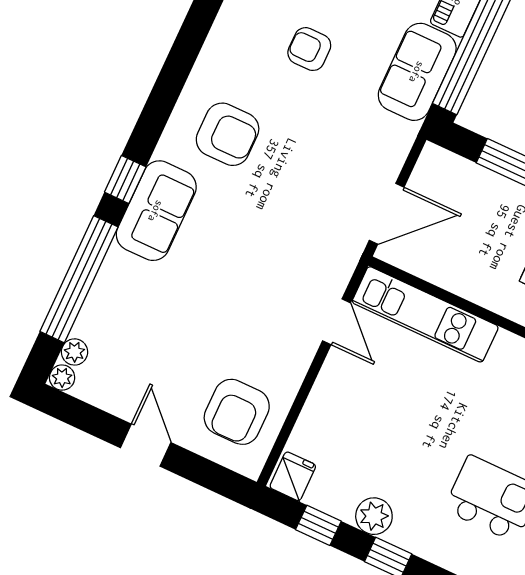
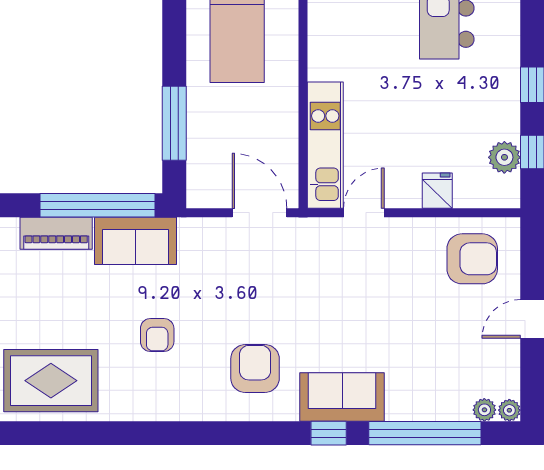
fridge: (293, 476) -> (437, 191), moved, turned 90
plant: (374, 516) -> (504, 157), moved

